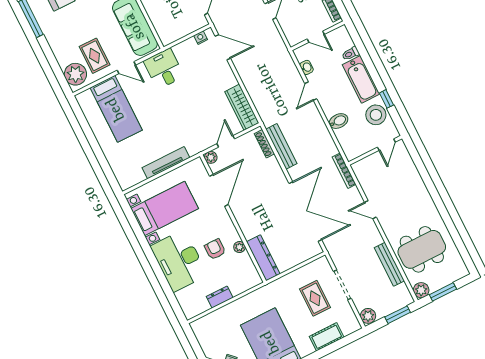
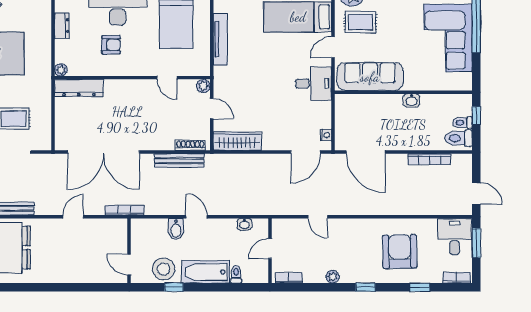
door: (311, 91) -> (196, 217), moved
door: (219, 190) -> (167, 78), width x0.53
plant: (239, 247) -> (61, 70), moved

